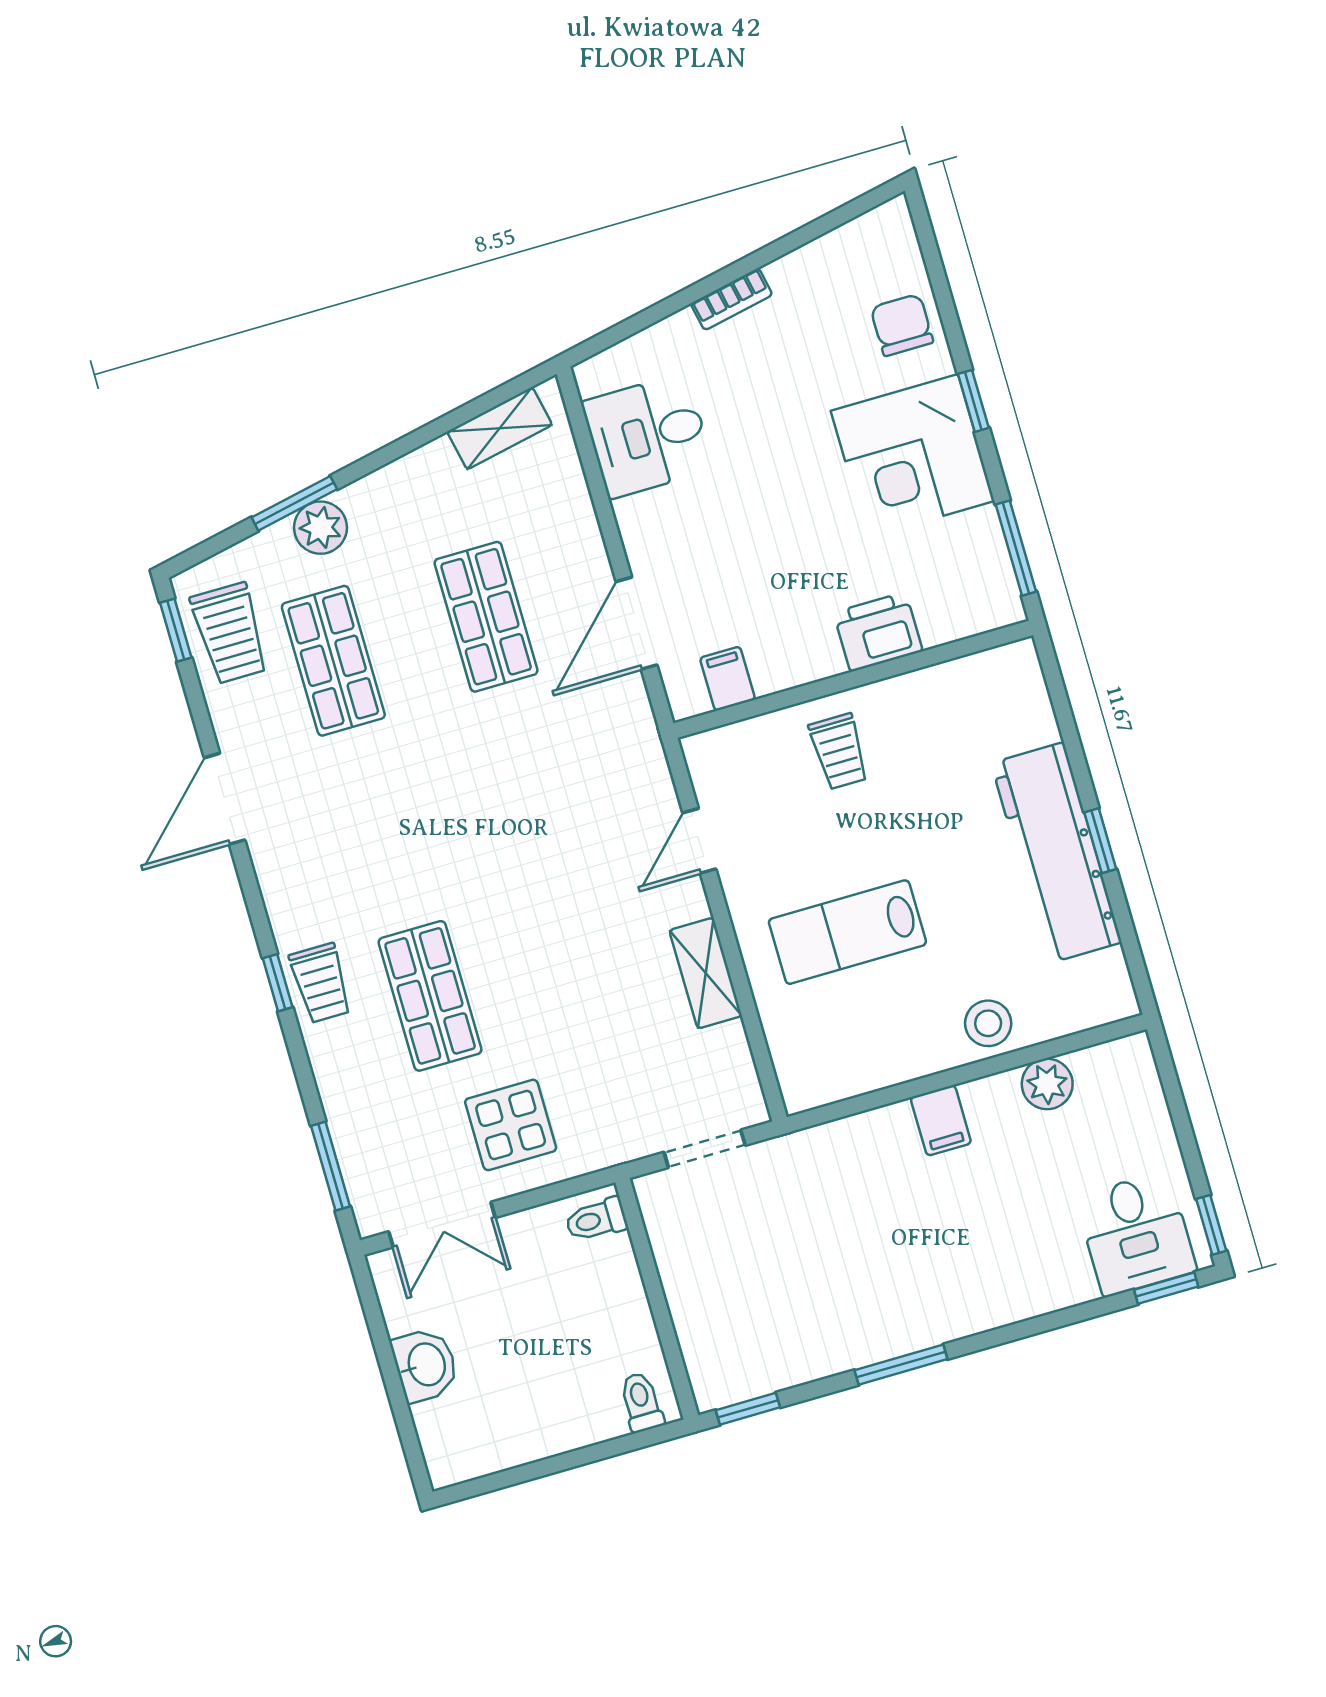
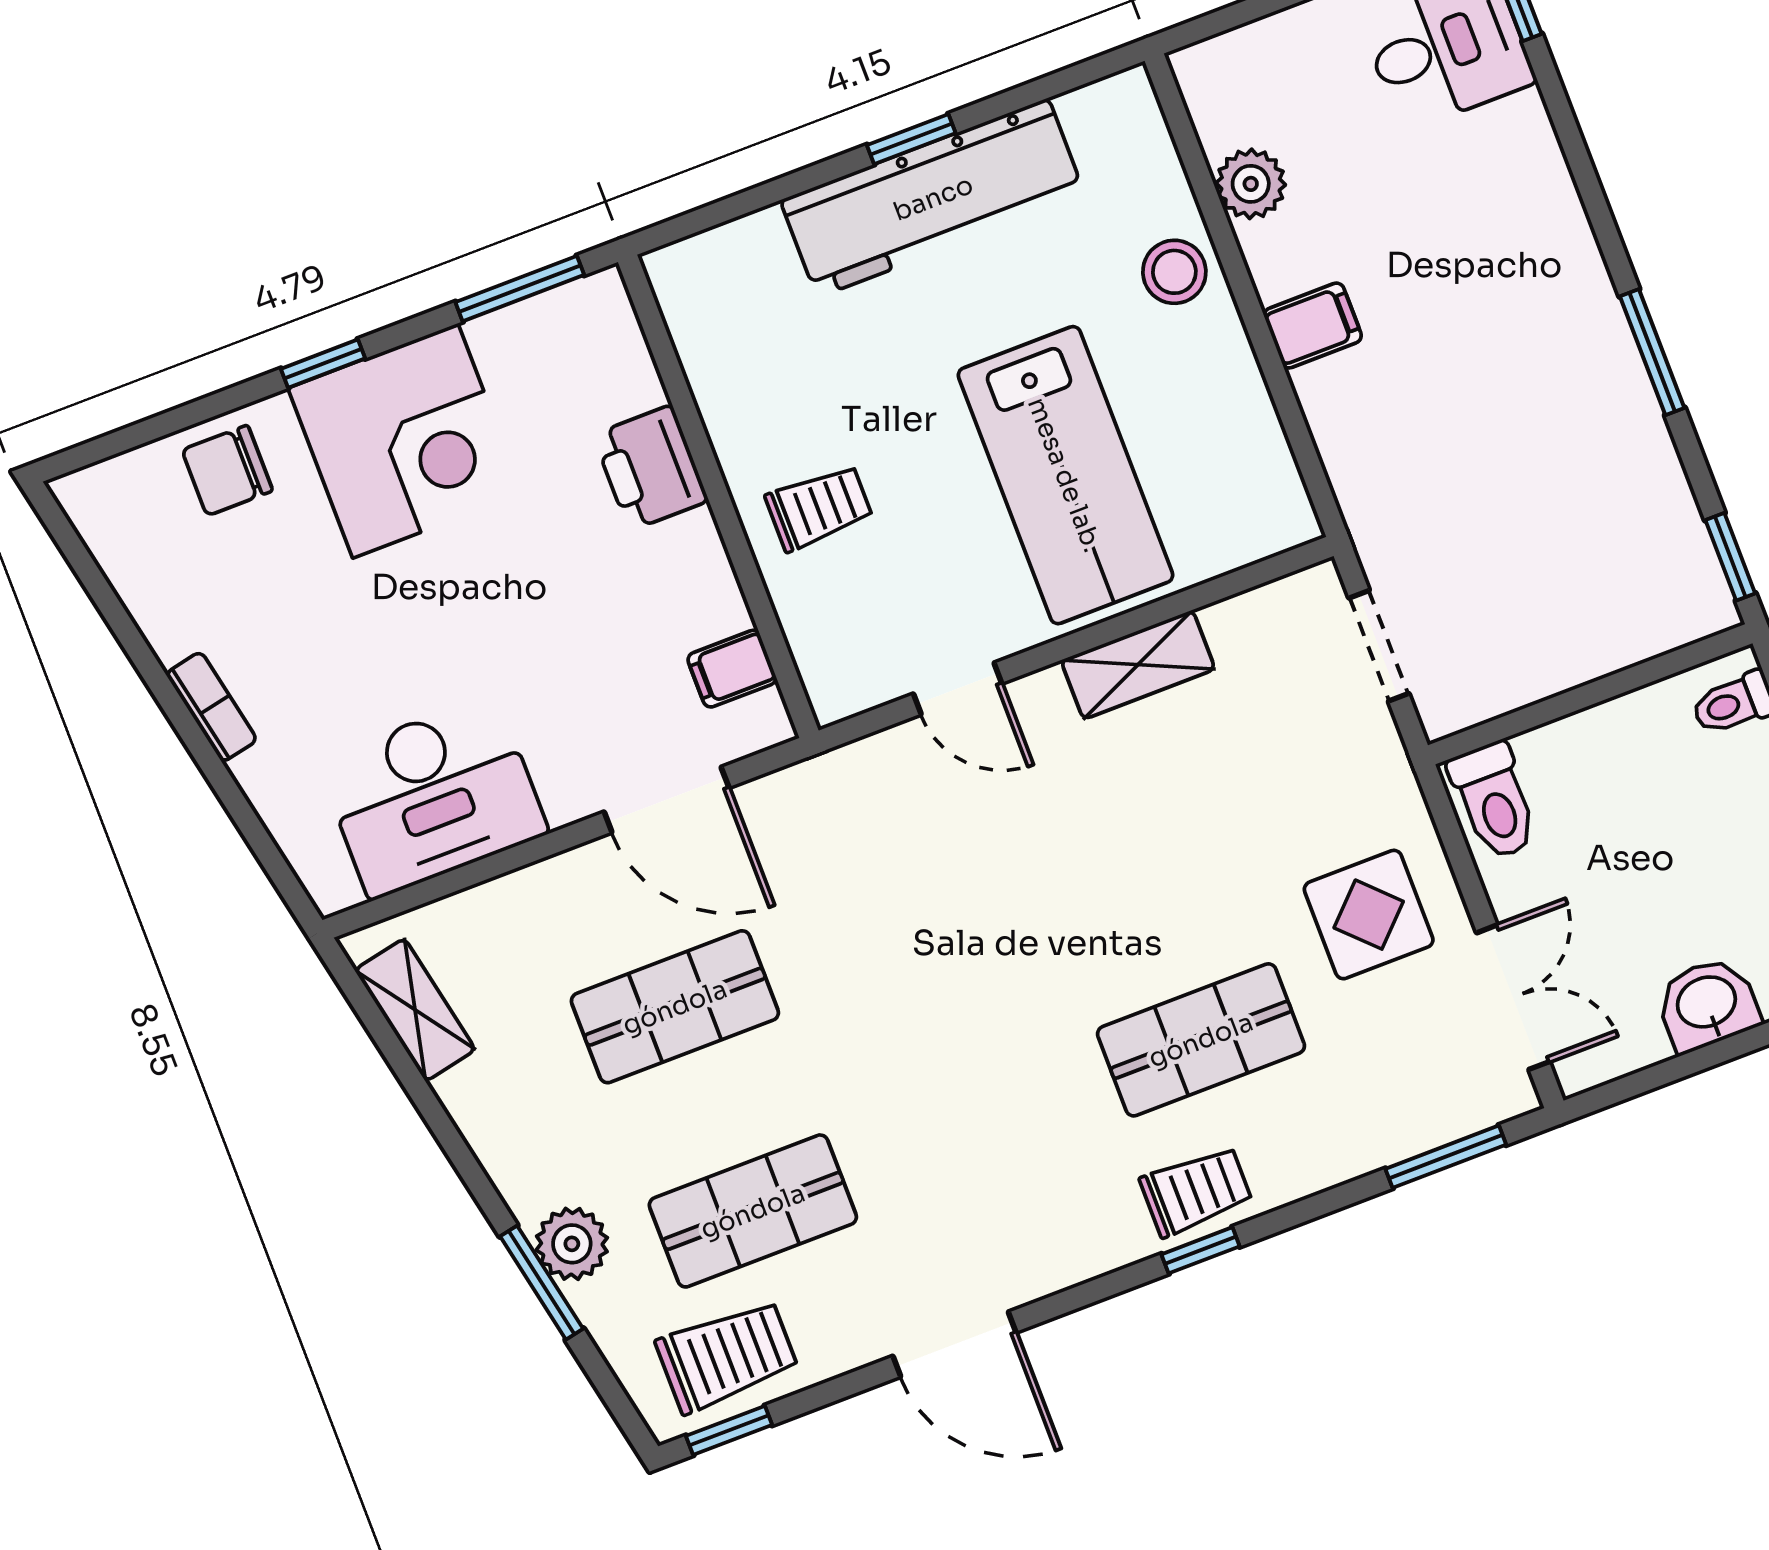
desk: (648, 436) -> (433, 797), width x1.37
lab bench: (847, 932) -> (1065, 475), width x1.36, depth x1.39
toilet: (596, 1220) -> (1494, 801), width x1.37, depth x1.39

